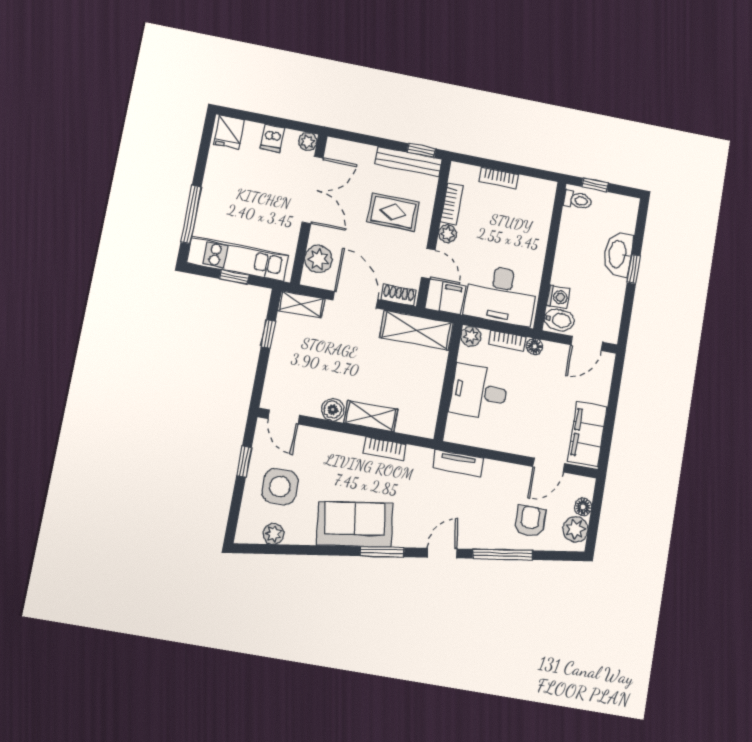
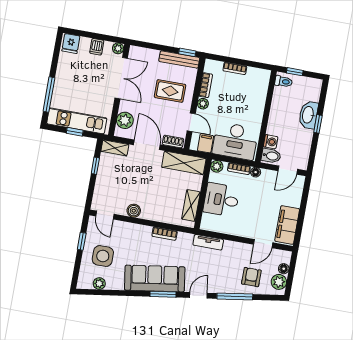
shelving: (371, 416) -> (191, 205), moved, turned 90
sofa: (355, 524) -> (155, 278), width x1.36

